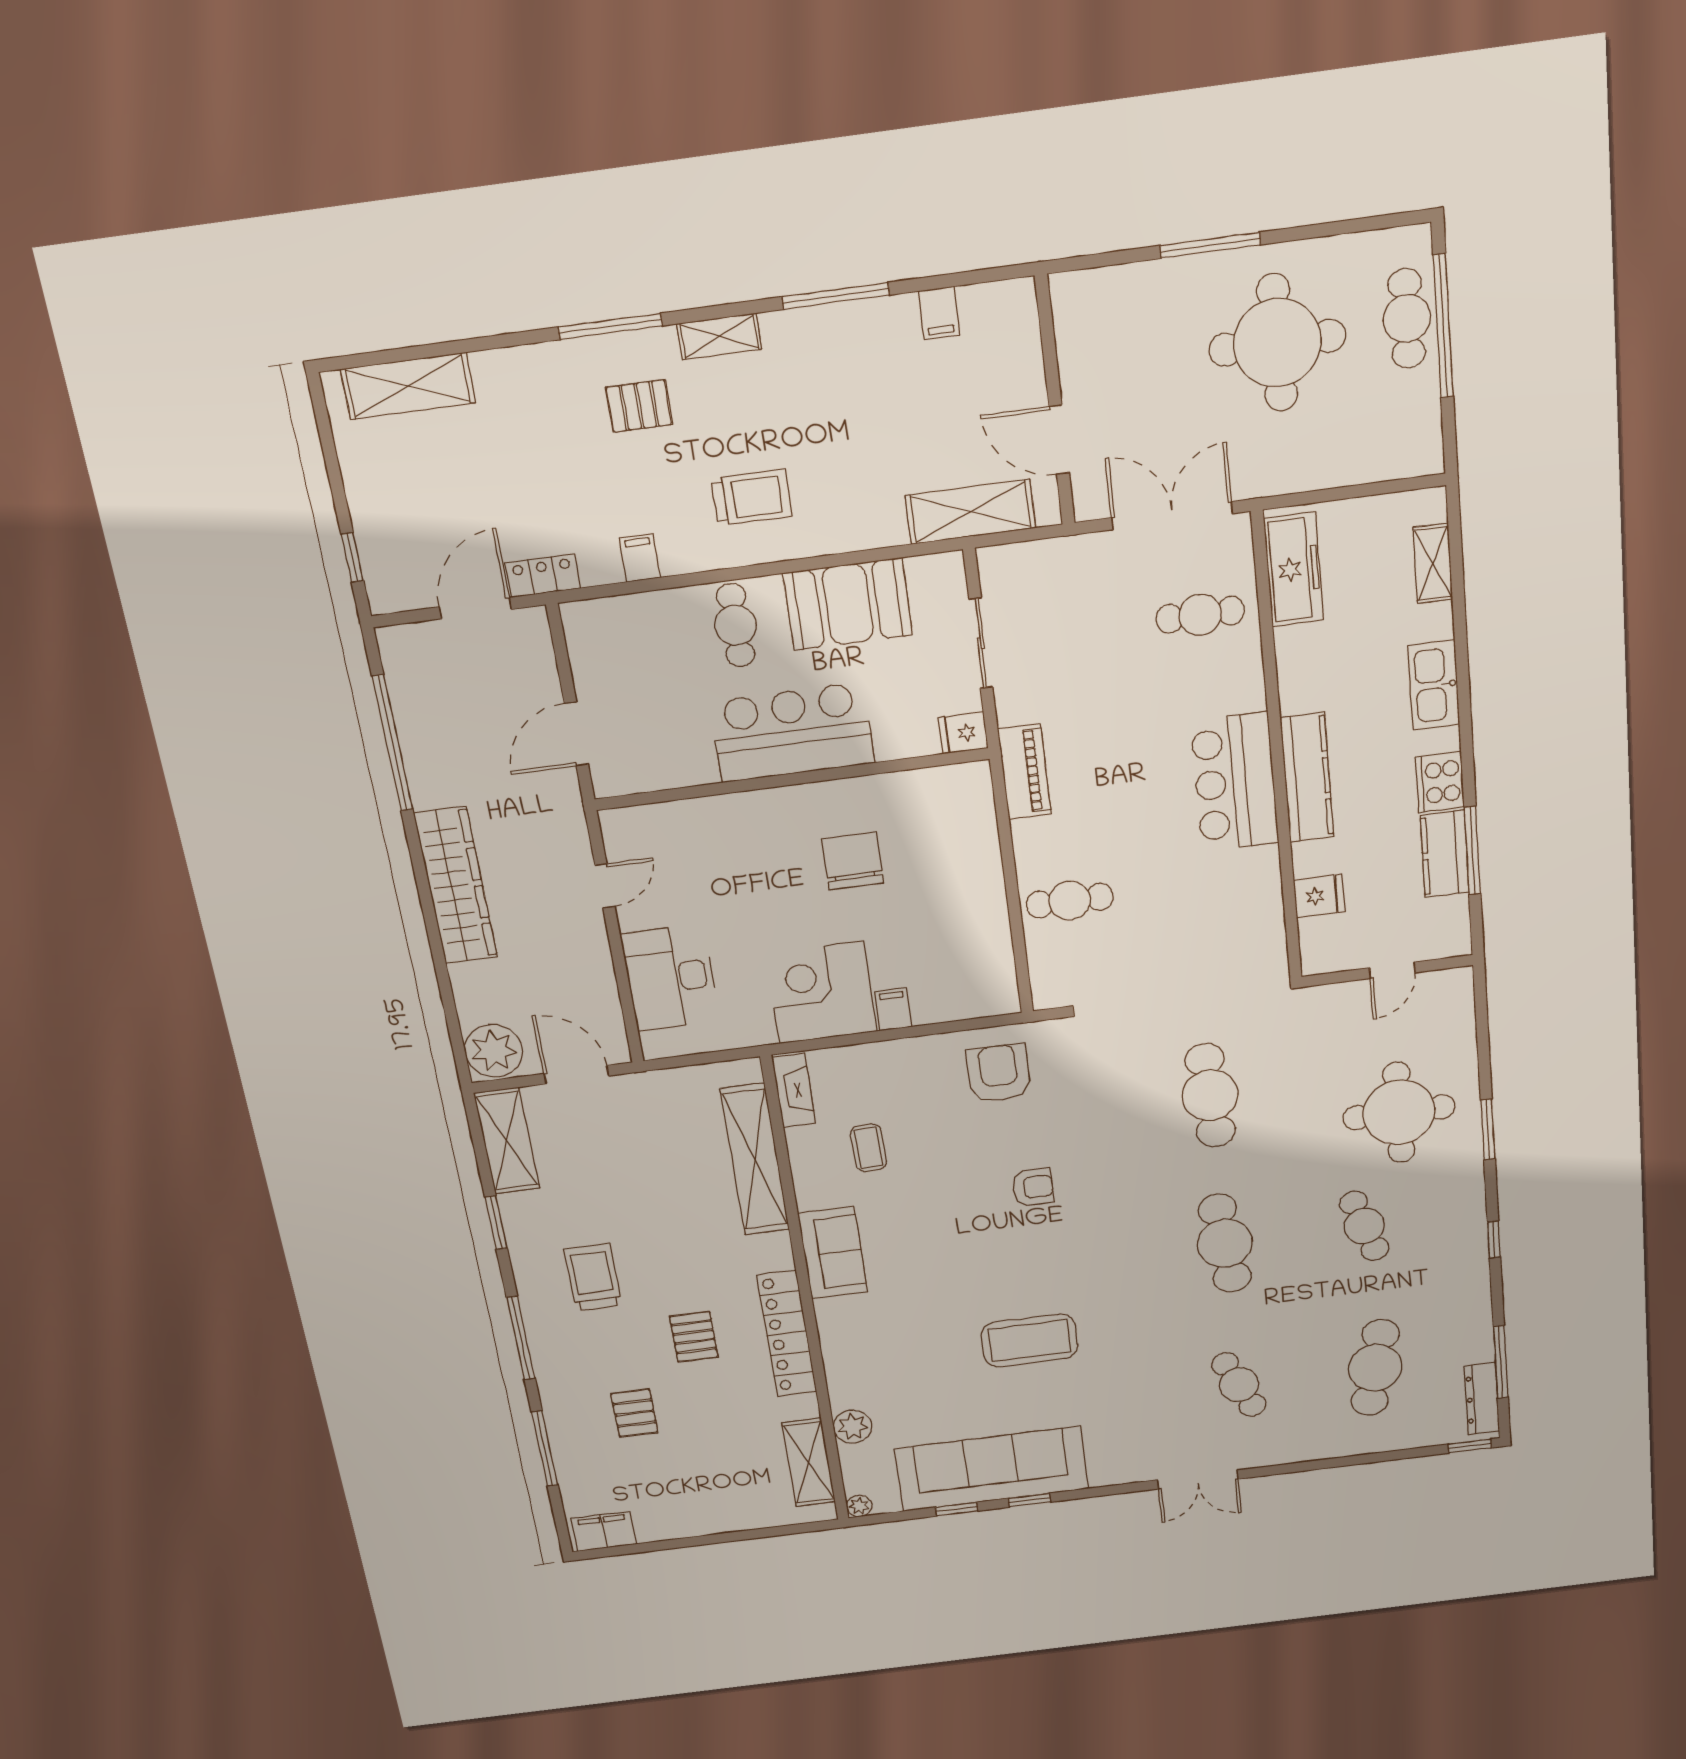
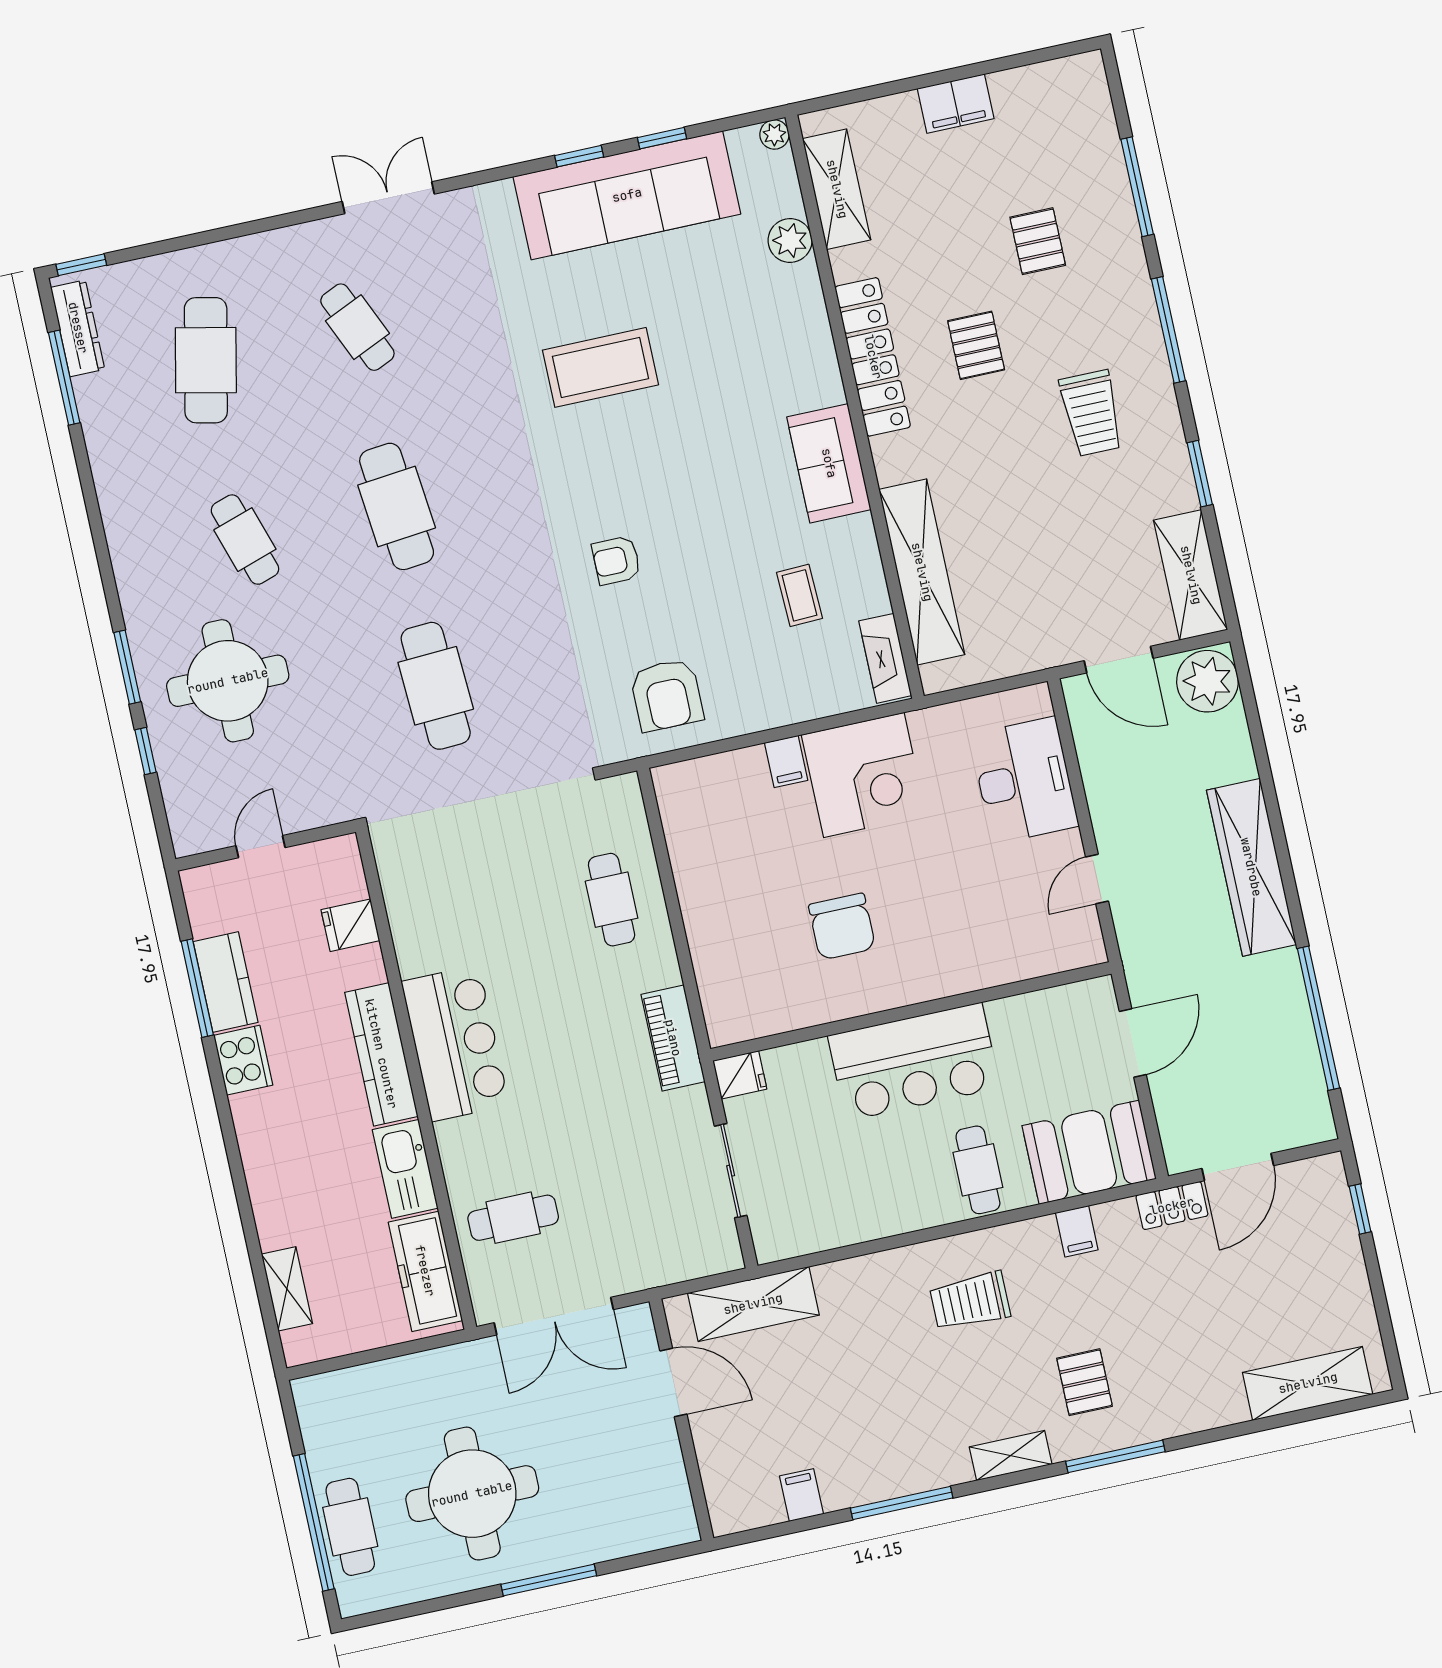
pallet: (639, 406) -> (1085, 1382), turned 90
booth: (848, 604) -> (1089, 1152), moved
kitchen sink: (1434, 685) -> (405, 1169), moved, turned 180
cafe table: (1070, 901) -> (612, 900), turned 90
window: (1494, 1239) -> (146, 751), moved
filing cabinet: (604, 1531) -> (956, 104), moved

